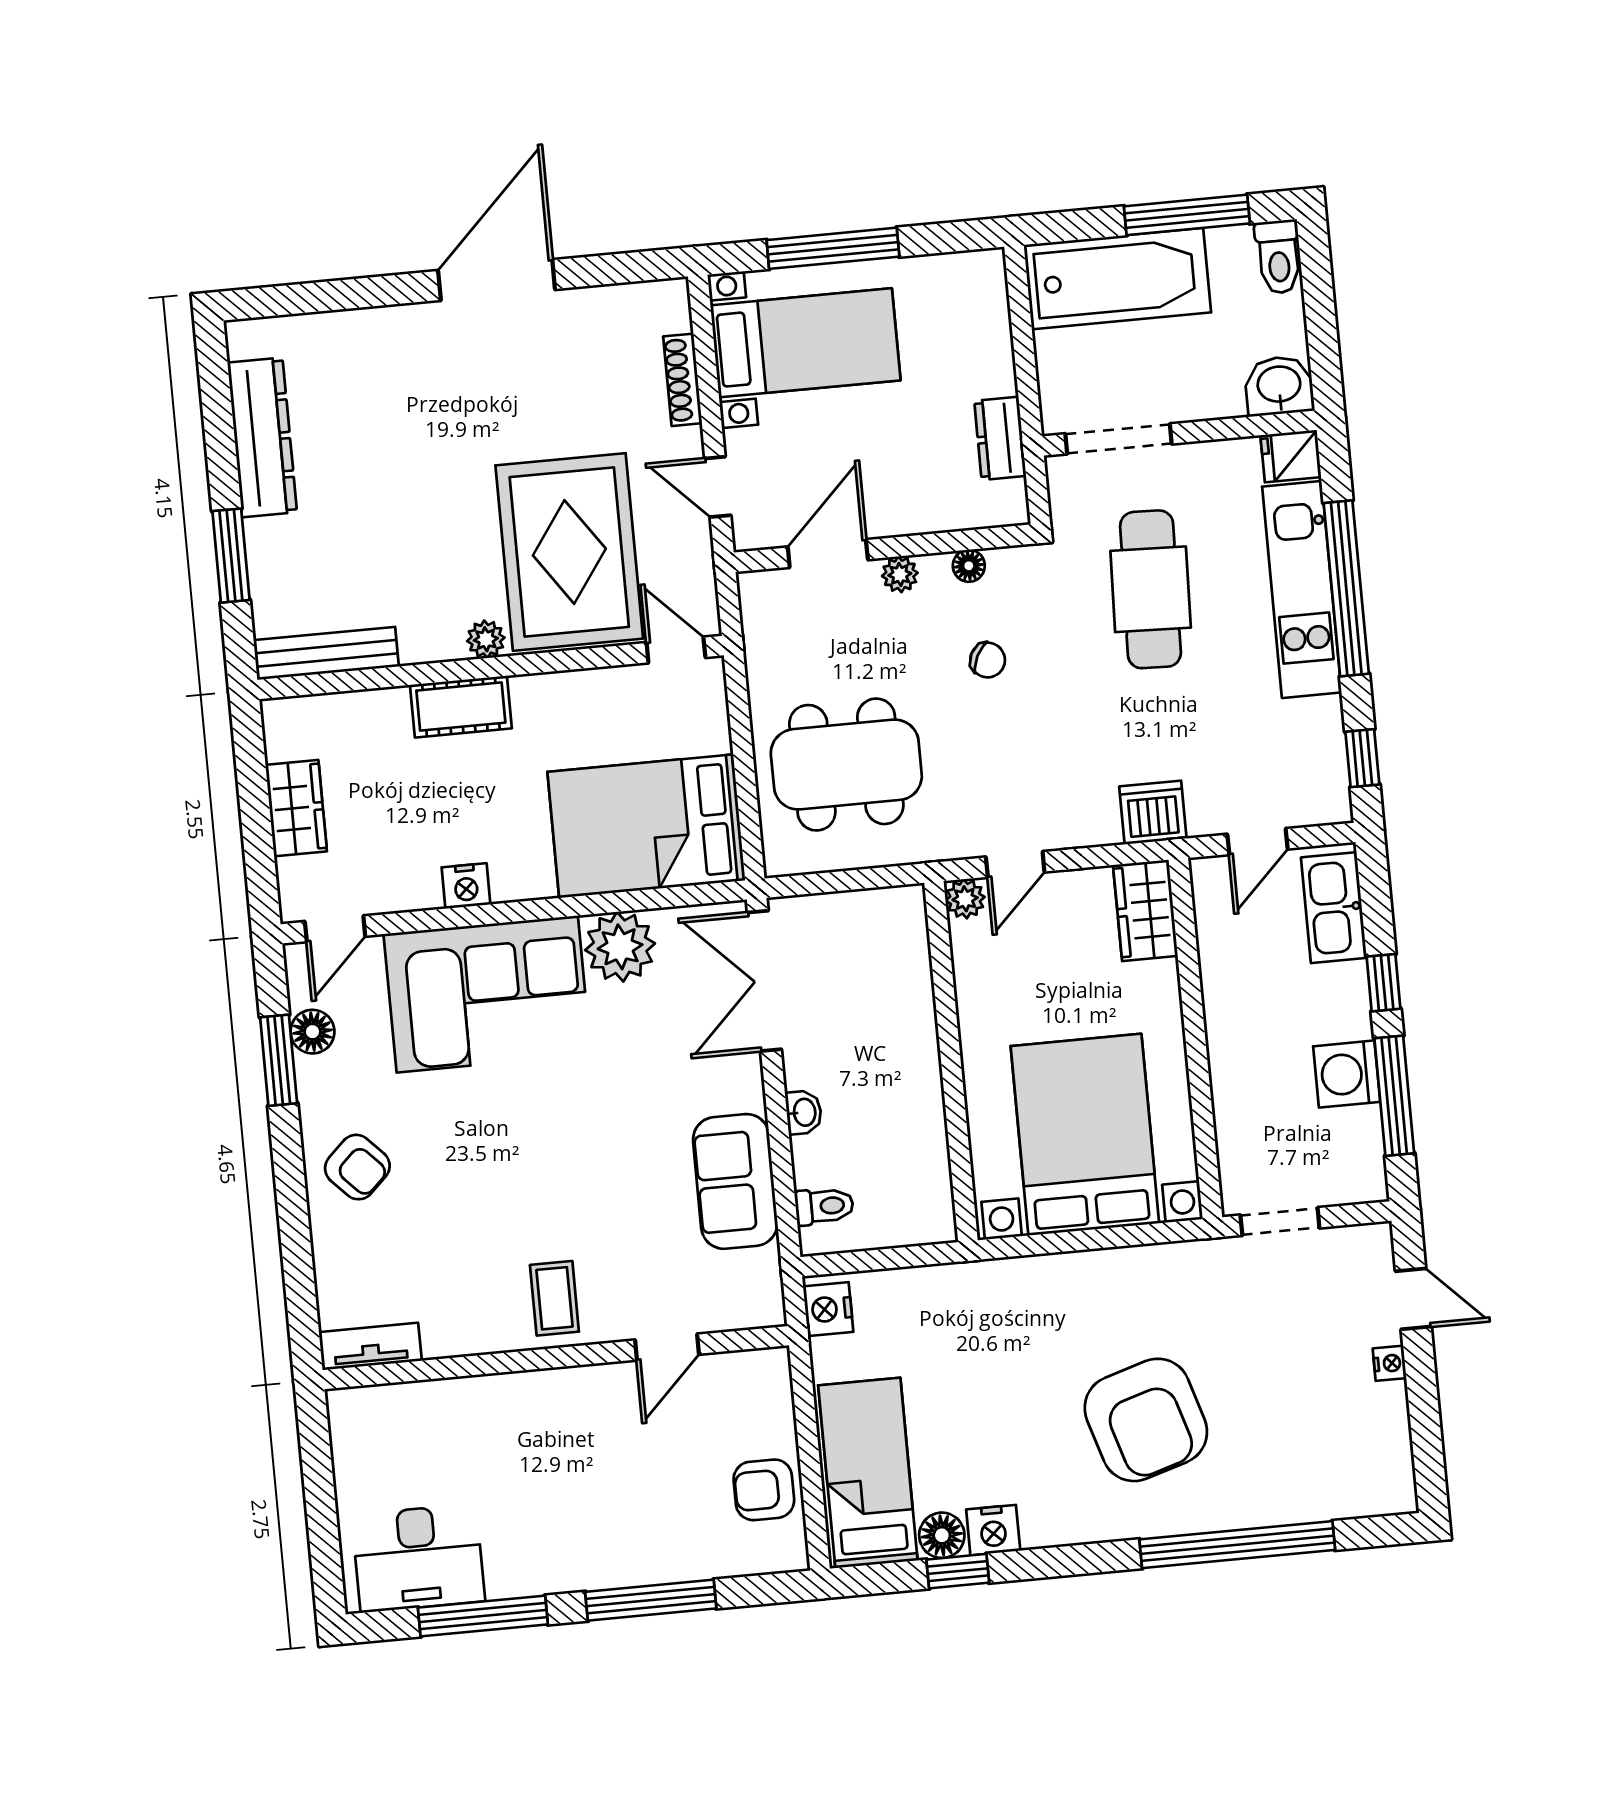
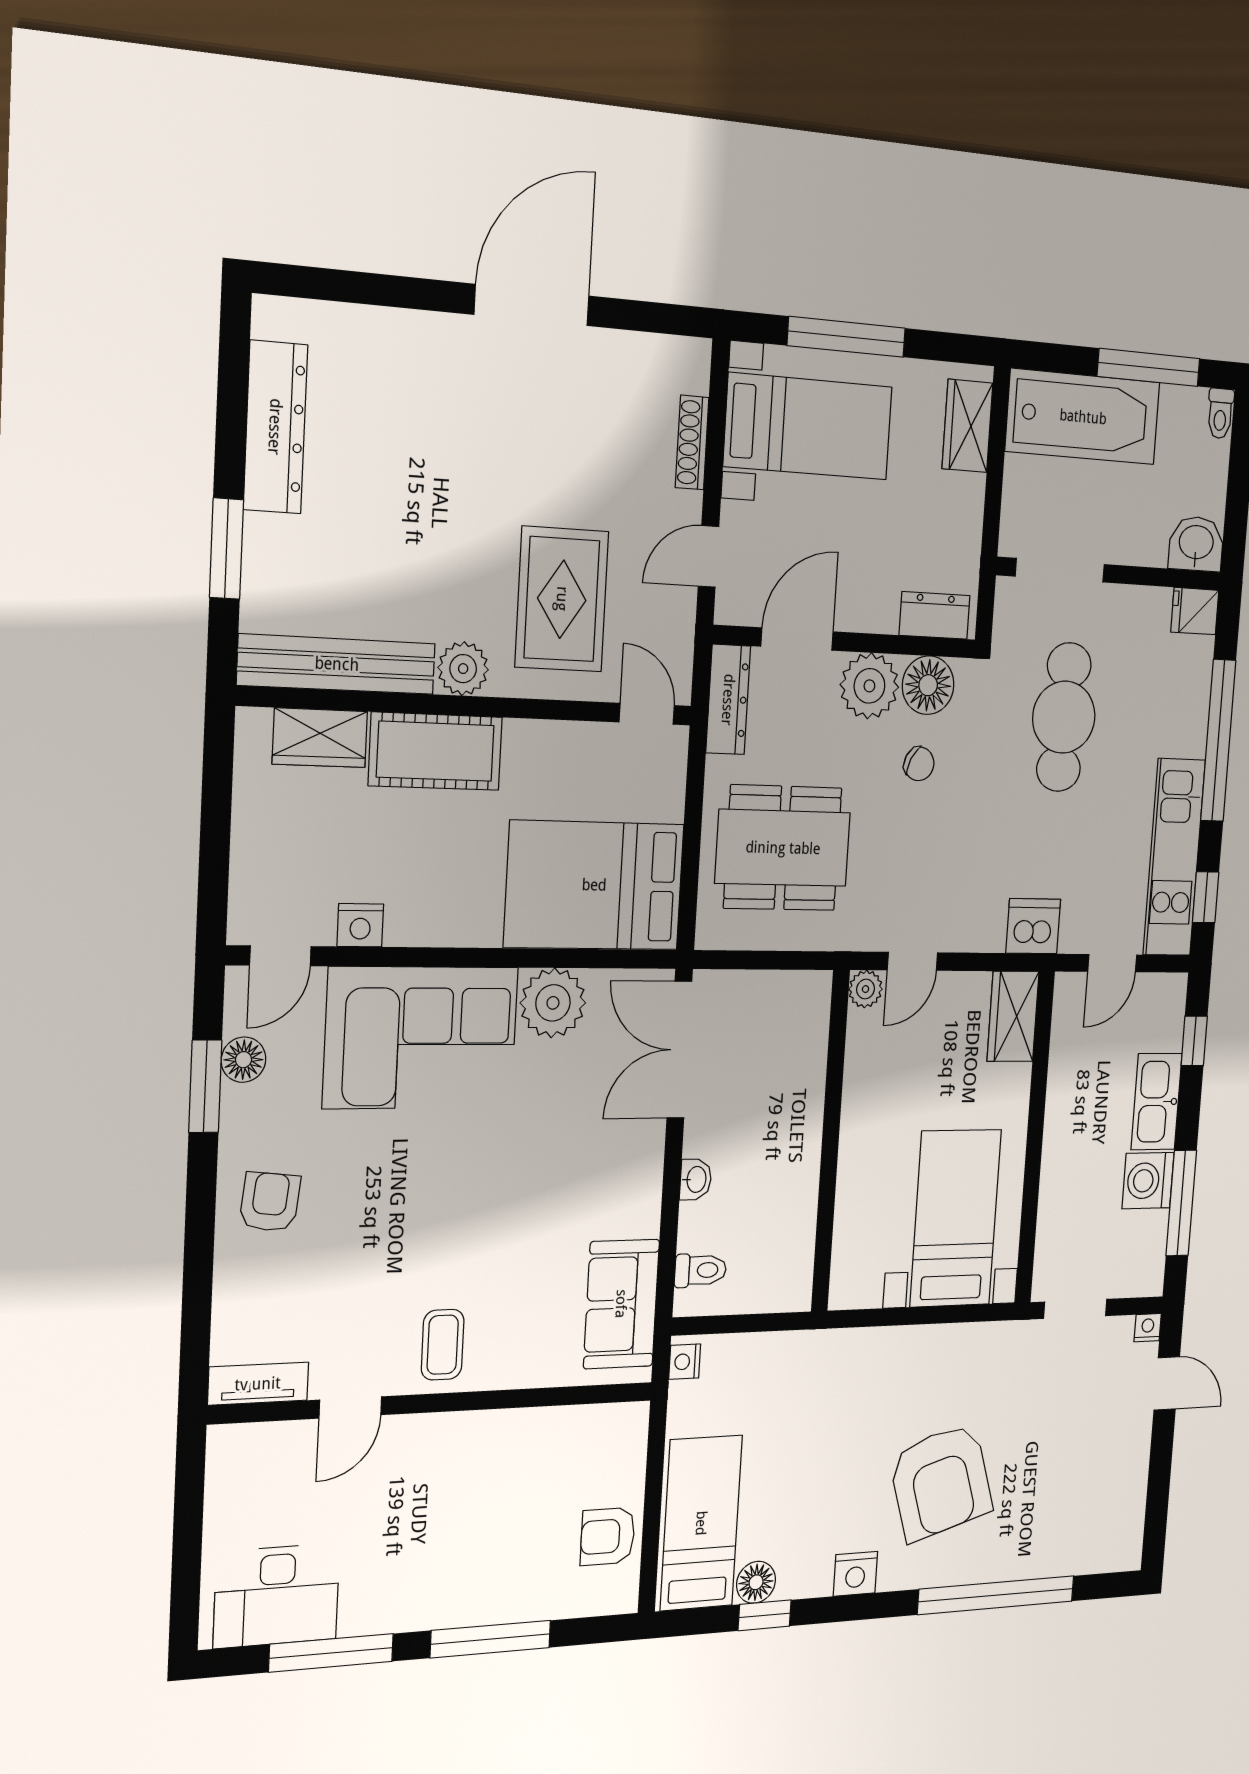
toilet: (1278, 257) -> (1220, 413), width x0.73, depth x0.72
wardrobe: (984, 311) -> (967, 426), added
dresser: (1000, 438) -> (935, 615), moved, turned 90
door: (718, 487) -> (708, 556), hinge flipped
rug: (569, 552) -> (562, 599), width x0.73, depth x0.69
floor lamp: (969, 566) -> (928, 685), width x1.89, depth x1.89
plant: (900, 574) -> (869, 686), width x1.87, depth x1.87
kitchen unit: (1302, 589) -> (1174, 857), moved
dresser: (762, 624) -> (728, 700), added
plant: (486, 639) -> (463, 669), width x1.38, depth x1.38
bench: (326, 653) -> (337, 664), width x1.37, depth x1.21
cot: (461, 707) -> (435, 751), width x1.37, depth x1.34
wardrobe: (296, 808) -> (320, 738), moved, turned 90
nightstand: (466, 886) -> (360, 925), moved
kitchen sink: (1334, 908) -> (1156, 1102), moved
window: (1384, 983) -> (1194, 1041), moved
bed with nightstands: (1085, 1135) -> (956, 1218), width x0.73
armchair: (357, 1167) -> (270, 1202), turned -130
sofa: (735, 1181) -> (621, 1304), moved
nightstand: (828, 1309) -> (685, 1362), width x0.72, depth x0.74
door: (667, 1347) -> (350, 1407), moved
nightstand: (1390, 1363) -> (1148, 1328), moved, turned -90
nightstand: (993, 1530) -> (855, 1574), moved

